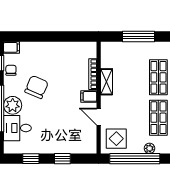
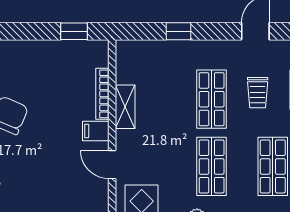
window: (76, 36) -> (74, 31), added
window: (139, 36) -> (179, 31), width x0.46

